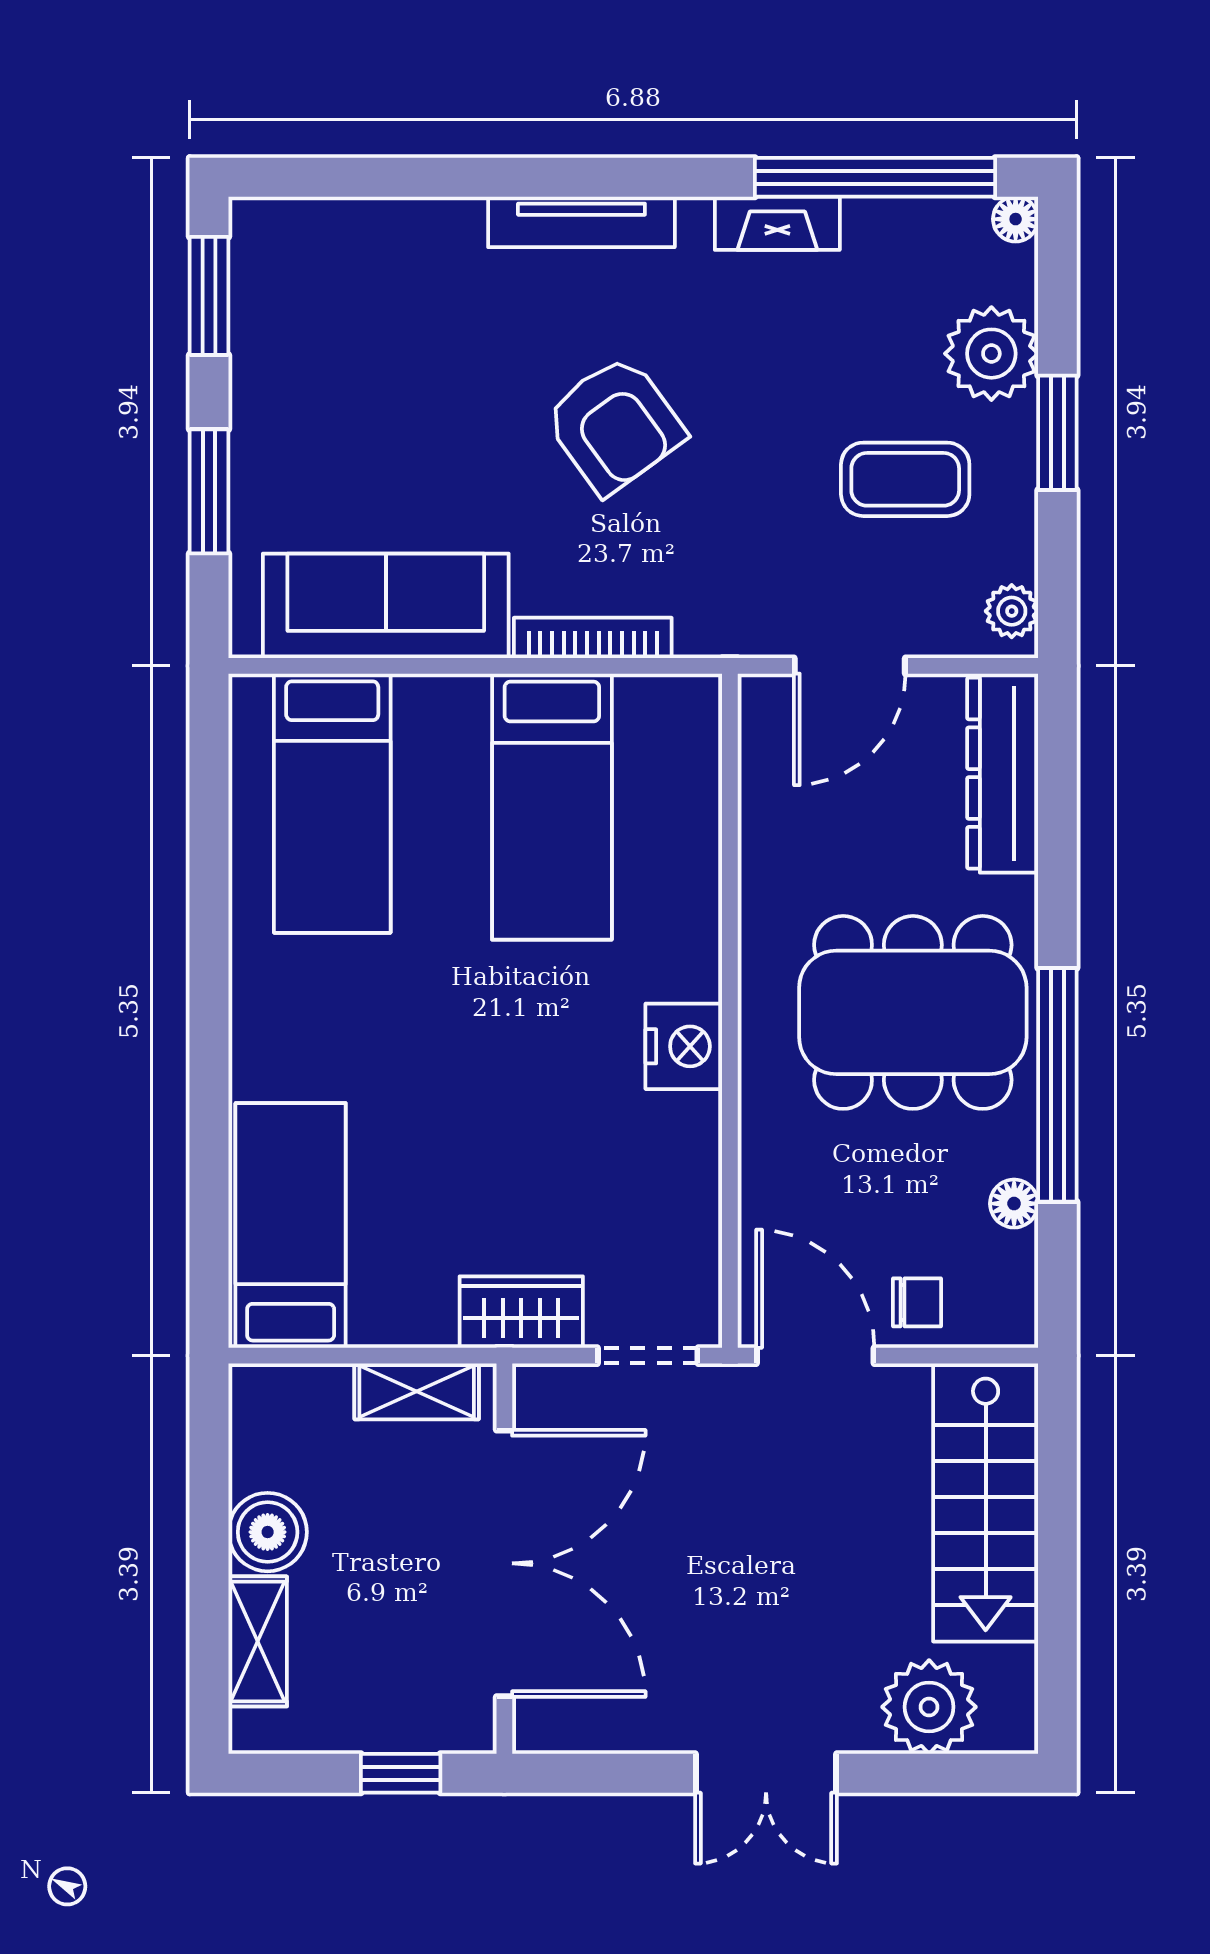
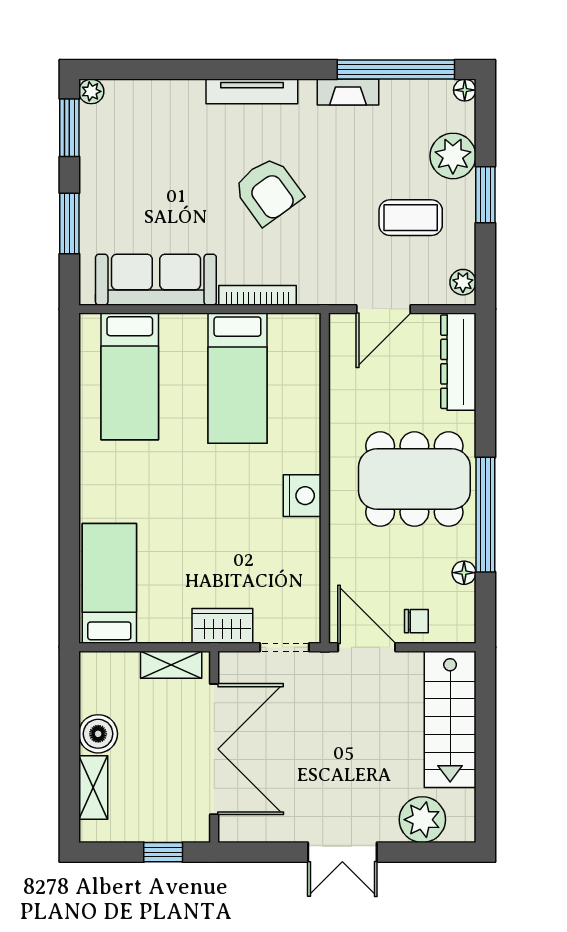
plant: (254, 222) -> (91, 91), added

